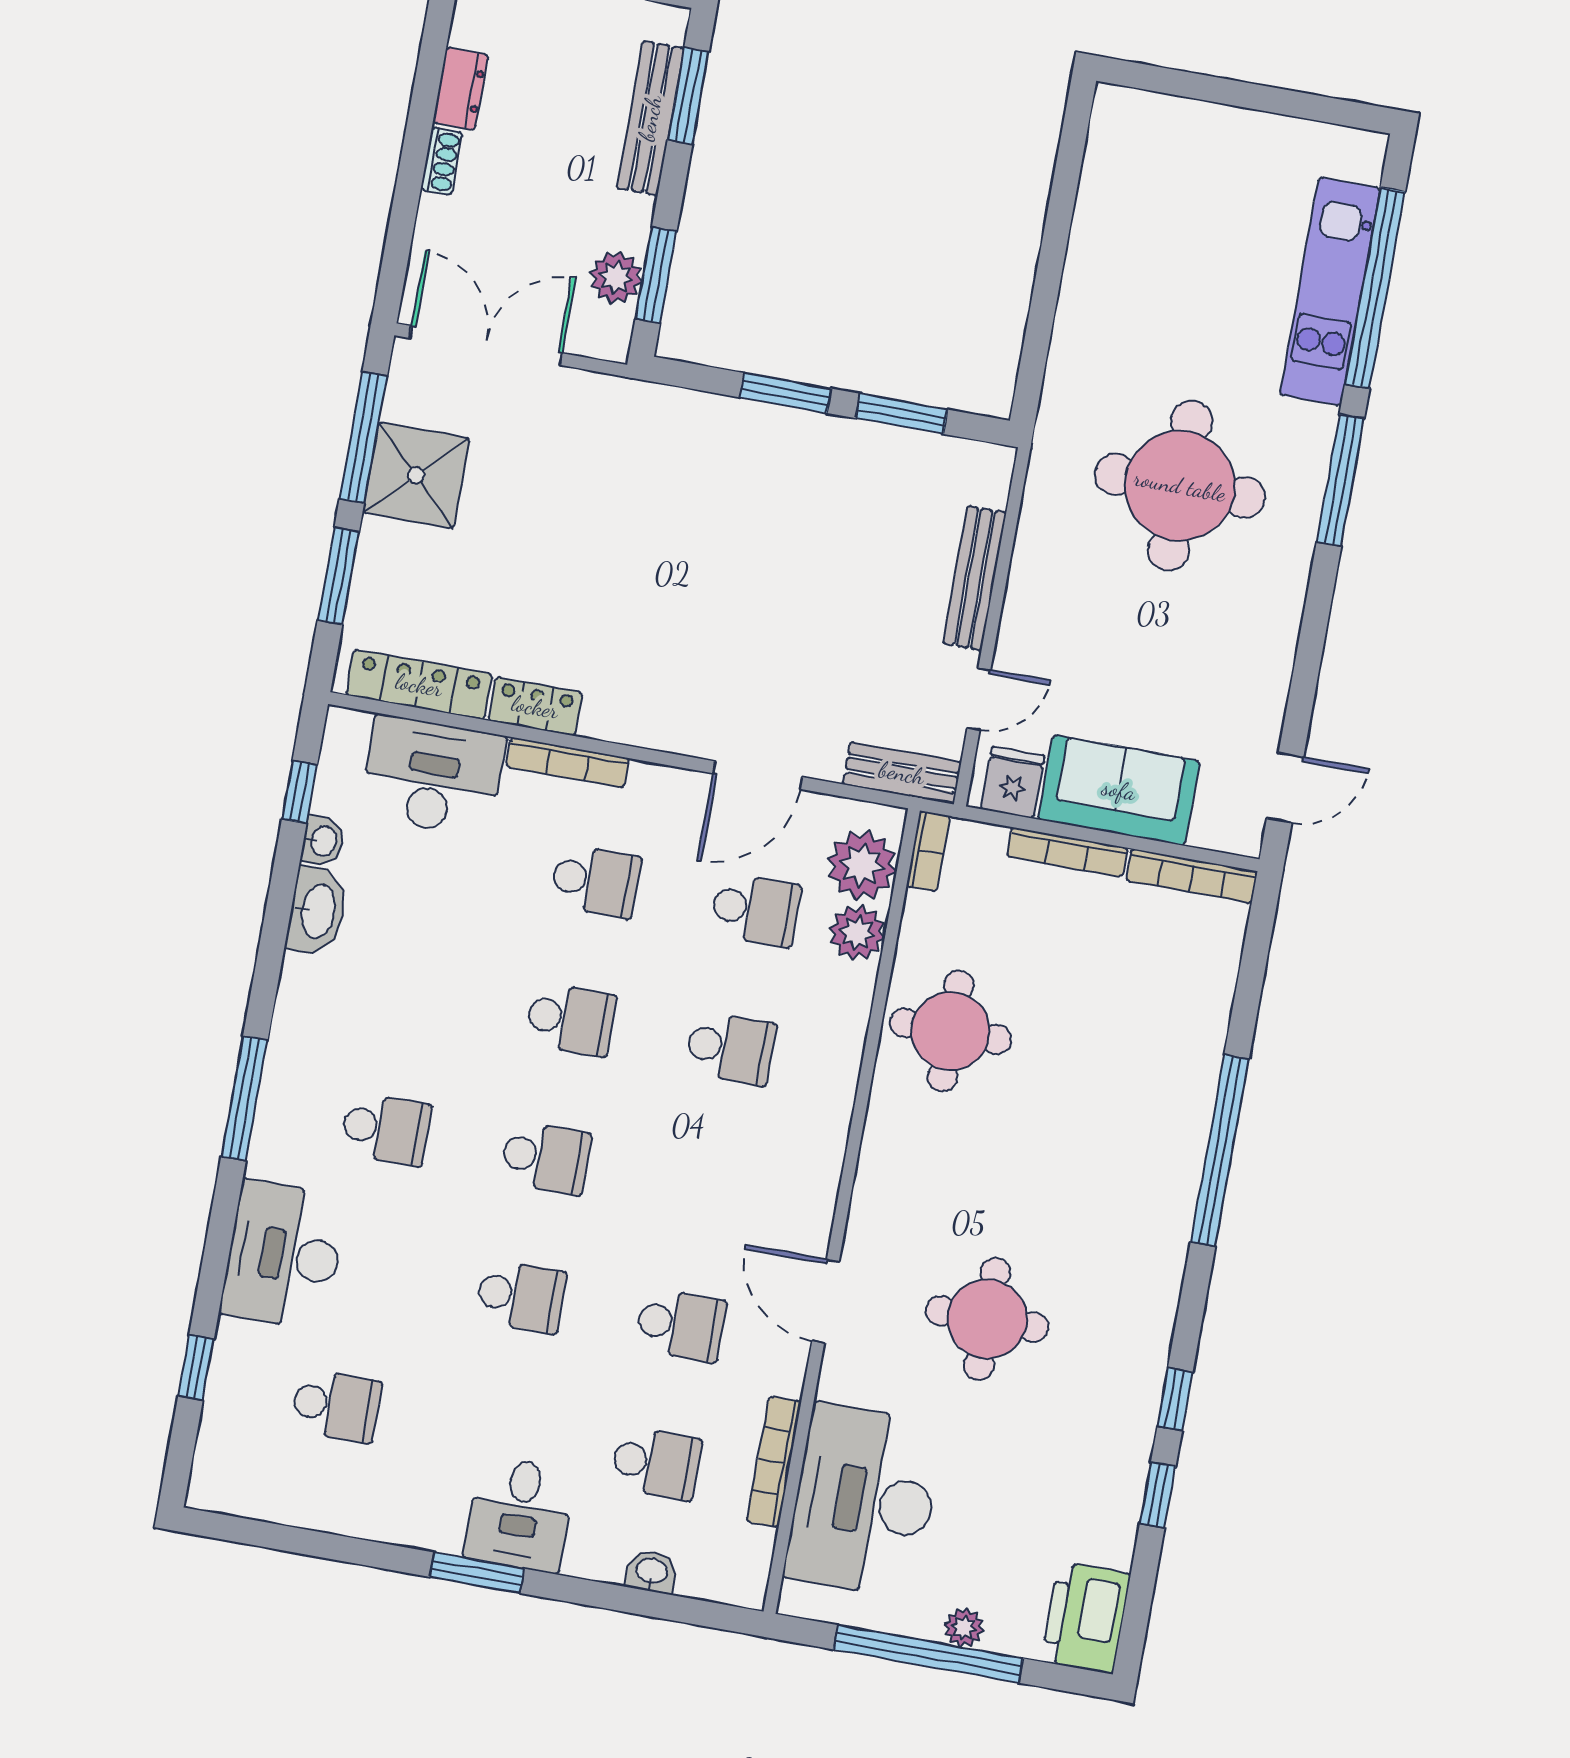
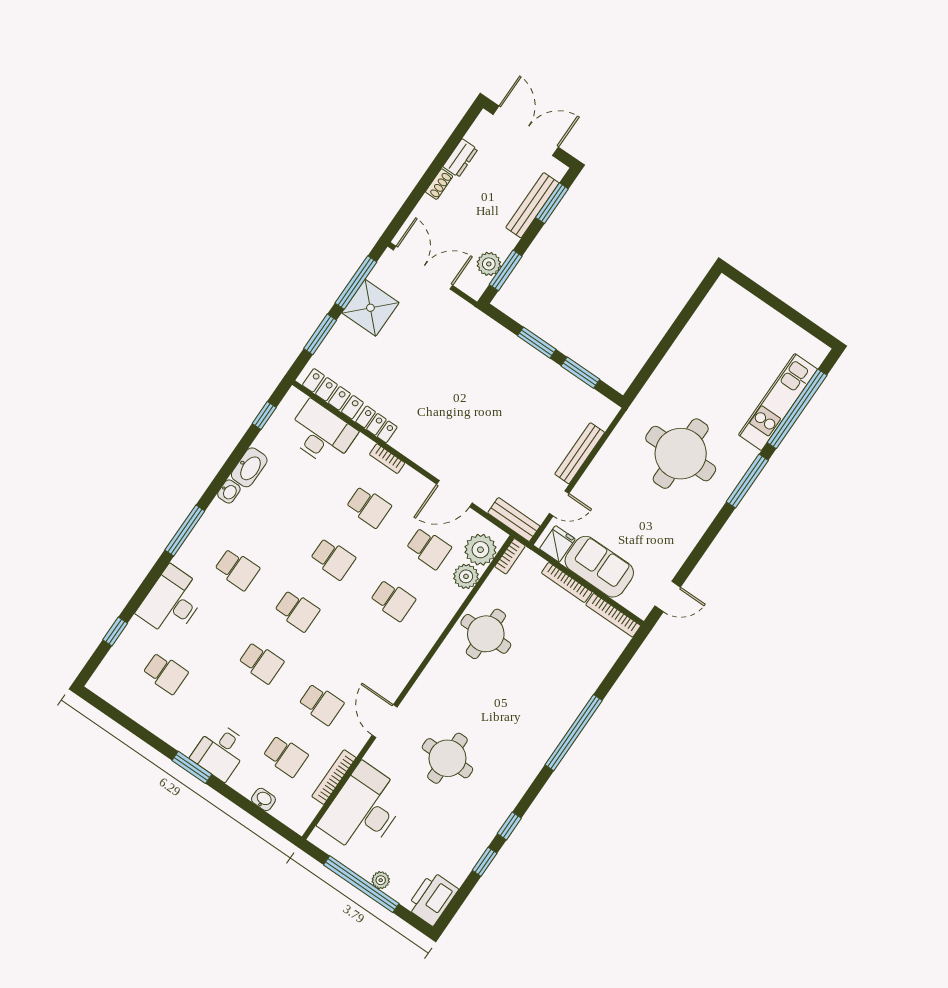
bookcase: (568, 763) -> (387, 459), width x0.64
washbasin: (323, 841) -> (229, 492), moved

